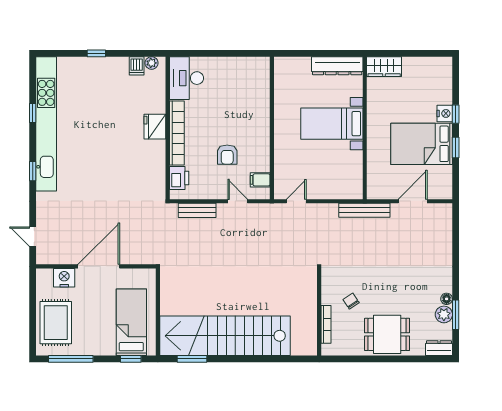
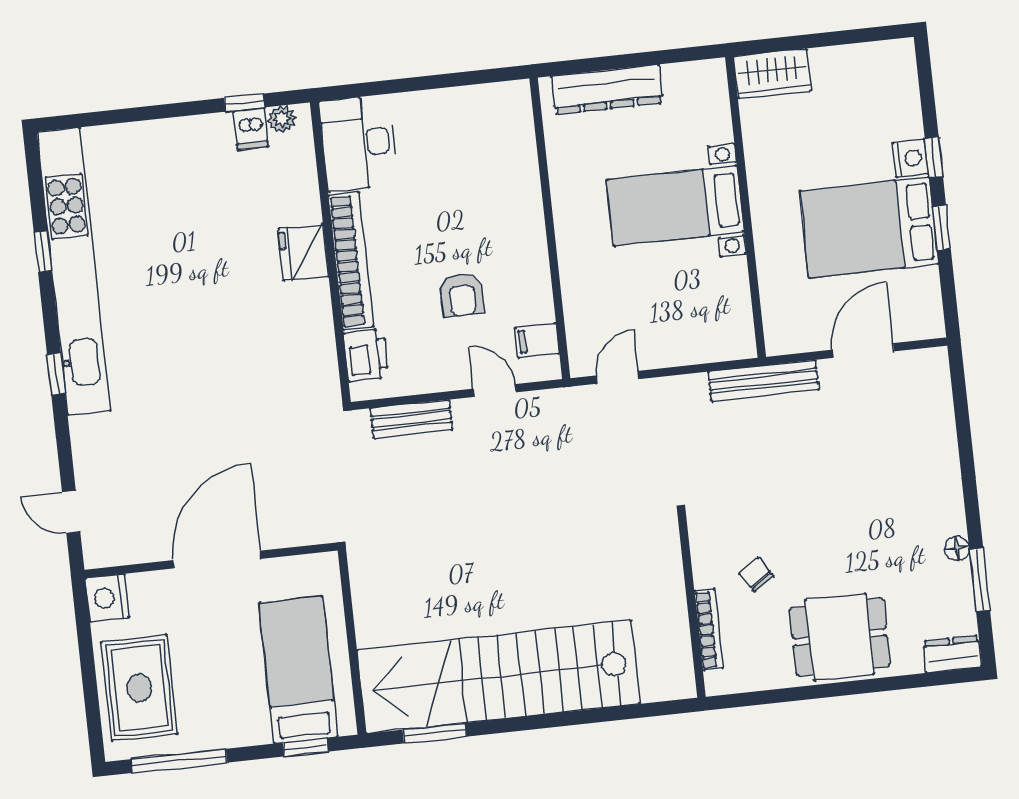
window: (96, 53) -> (244, 103), moved
dresser: (337, 66) -> (607, 90), moved
nightstand: (64, 278) -> (107, 598), moved, turned -90
plant: (444, 314) -> (955, 582), removed

